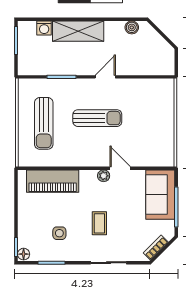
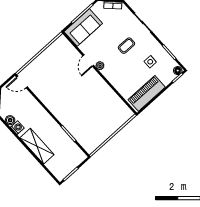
washing machine: (44, 28) -> (17, 128), moved
door: (105, 77) -> (22, 82), moved
sun lounger: (97, 118) -> (73, 96), removed
sun lounger: (44, 123) -> (101, 121), removed
piano: (53, 181) -> (147, 93), moved, turned -90

